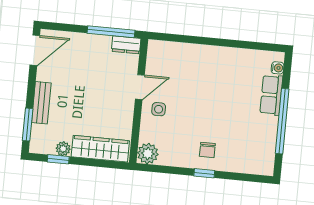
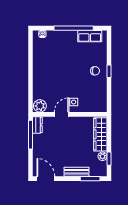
door: (140, 87) -> (62, 114), hinge flipped
row of seats: (271, 95) -> (90, 36), moved
plant: (148, 154) -> (40, 106), moved

